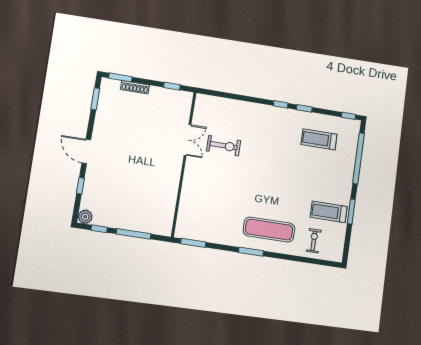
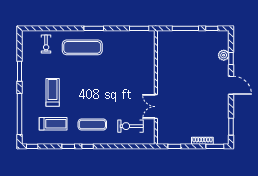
exercise mat: (271, 130) -> (92, 124), added
exercise bike: (224, 146) -> (131, 126), moved
treadmill: (329, 212) -> (53, 92), moved, turned -90
plant: (85, 217) -> (224, 55), moved

